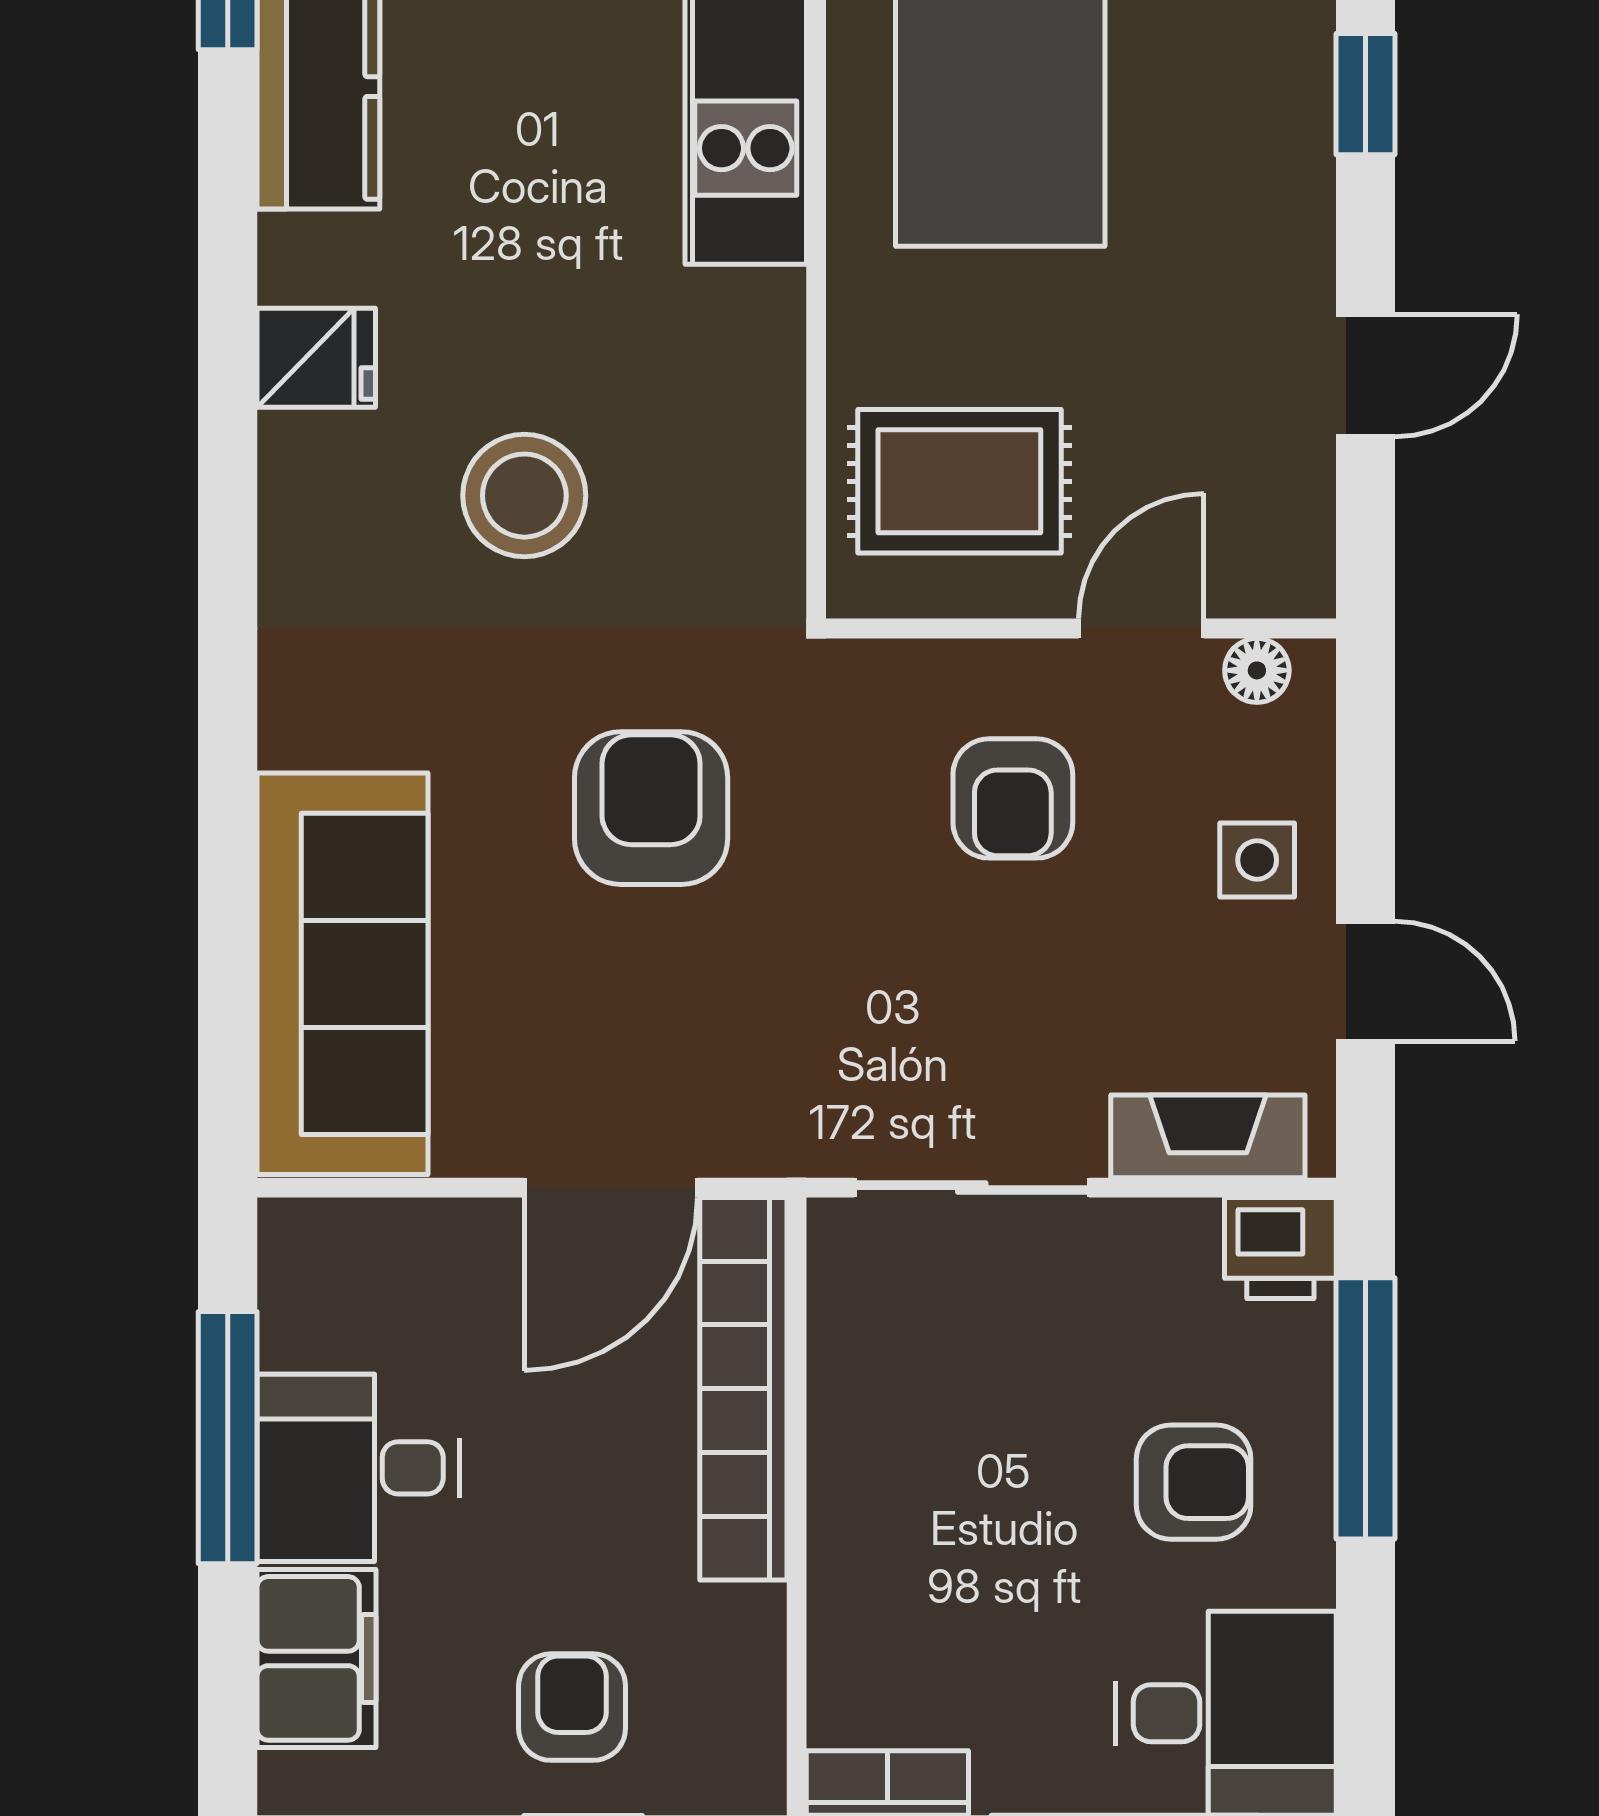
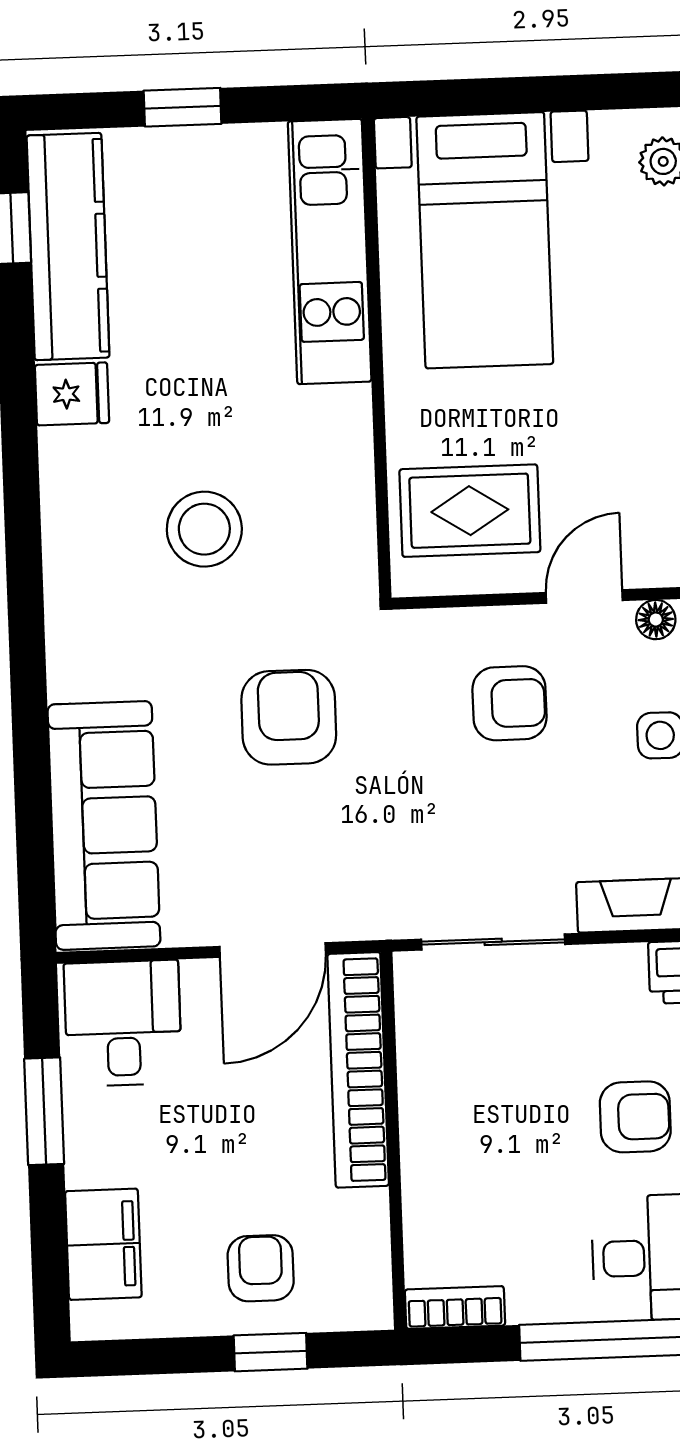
fridge: (316, 358) -> (72, 394), moved
armchair: (1013, 798) -> (510, 703), turned -90
window: (228, 1438) -> (44, 1111), width x0.69
desk: (358, 1468) -> (123, 1023), moved, turned 90

